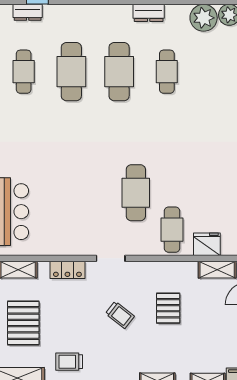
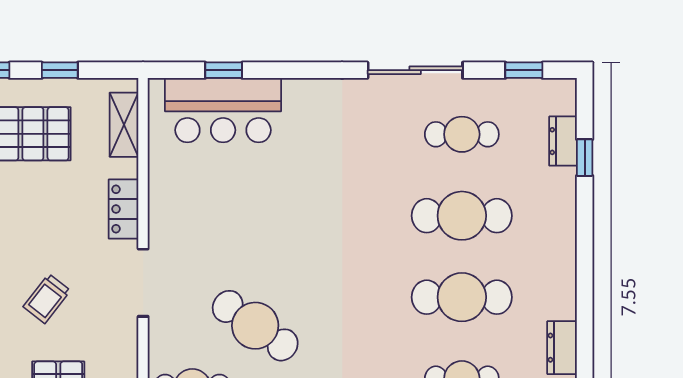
cafe table: (136, 193) -> (255, 326), turned 35
doorway: (111, 258) -> (143, 283), width x1.38

